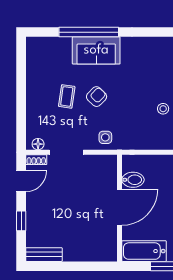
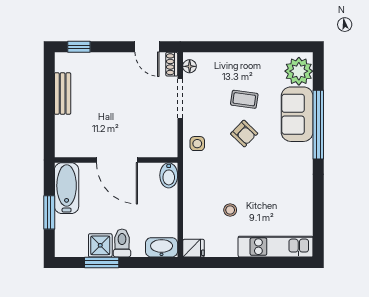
plant: (42, 49) -> (299, 71), added
sofa: (96, 50) -> (297, 114), moved
bidet: (133, 180) -> (169, 175), moved
window: (21, 221) -> (79, 47), moved
bench: (44, 255) -> (63, 94), moved

